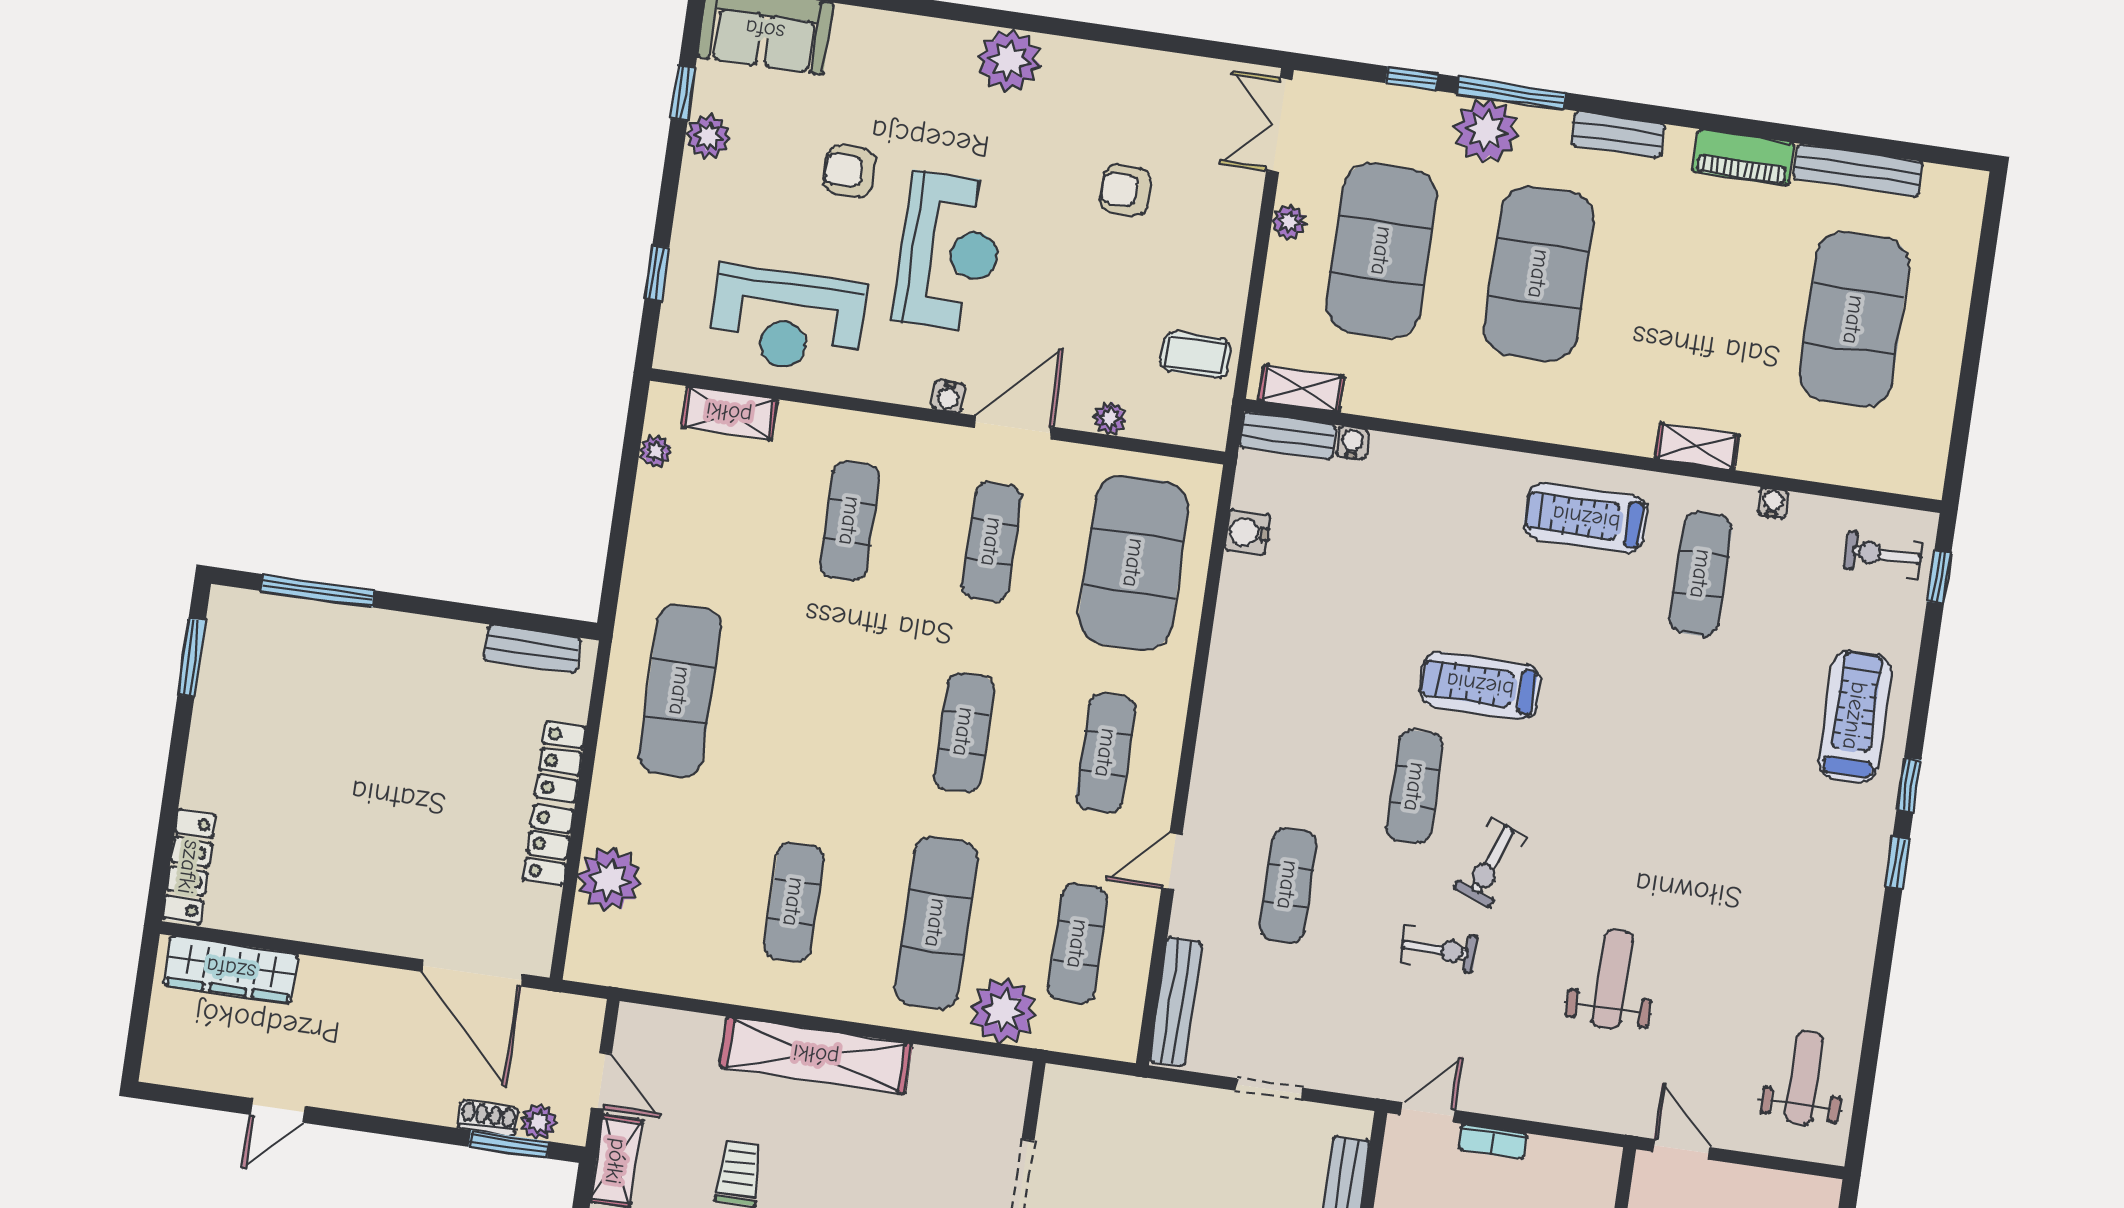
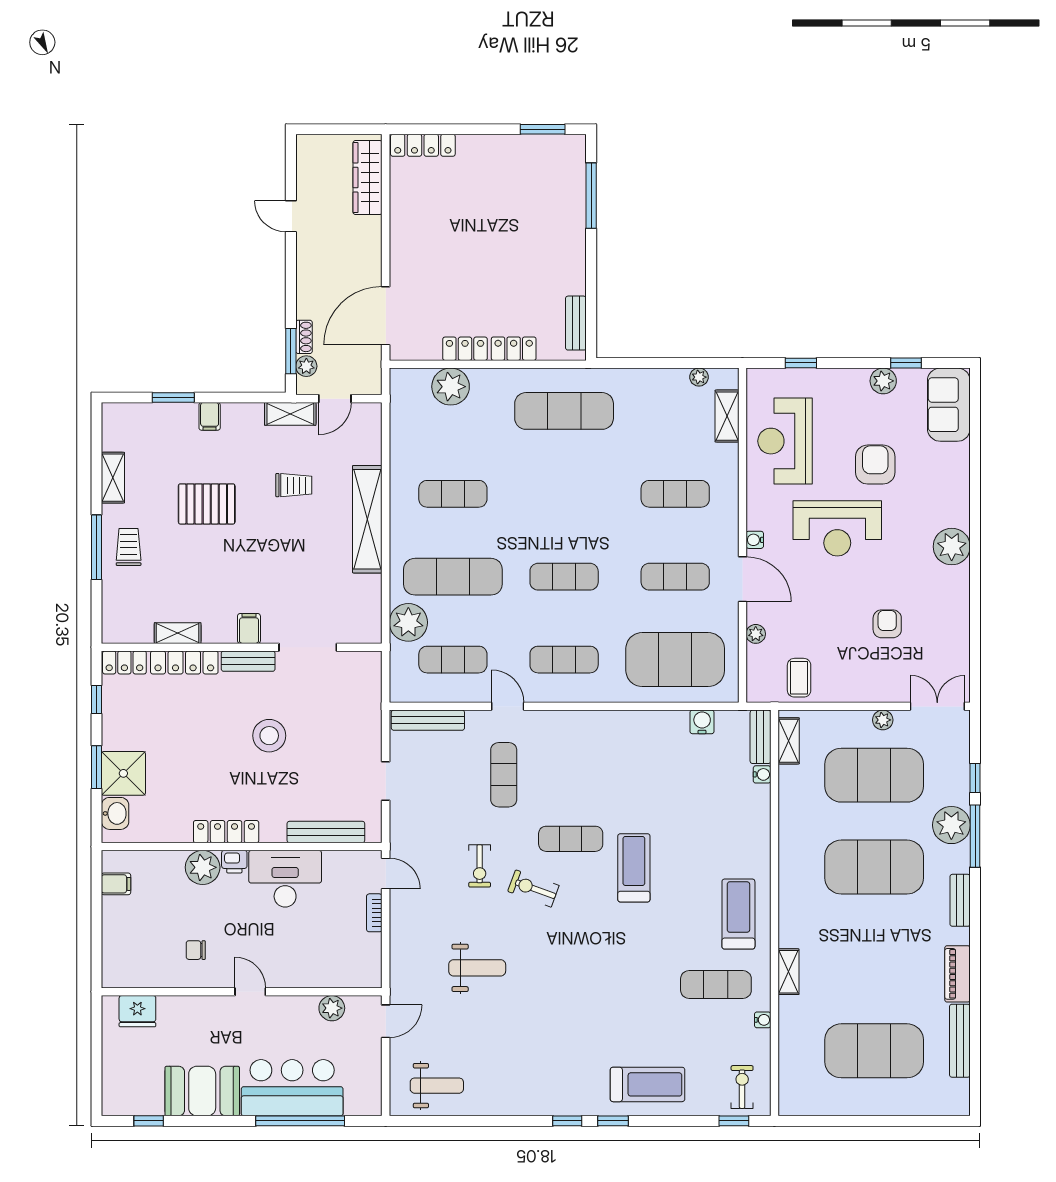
armchair: (849, 171) -> (875, 465), width x1.38, depth x1.38
exercise mat: (1288, 885) -> (504, 775), turned 90

